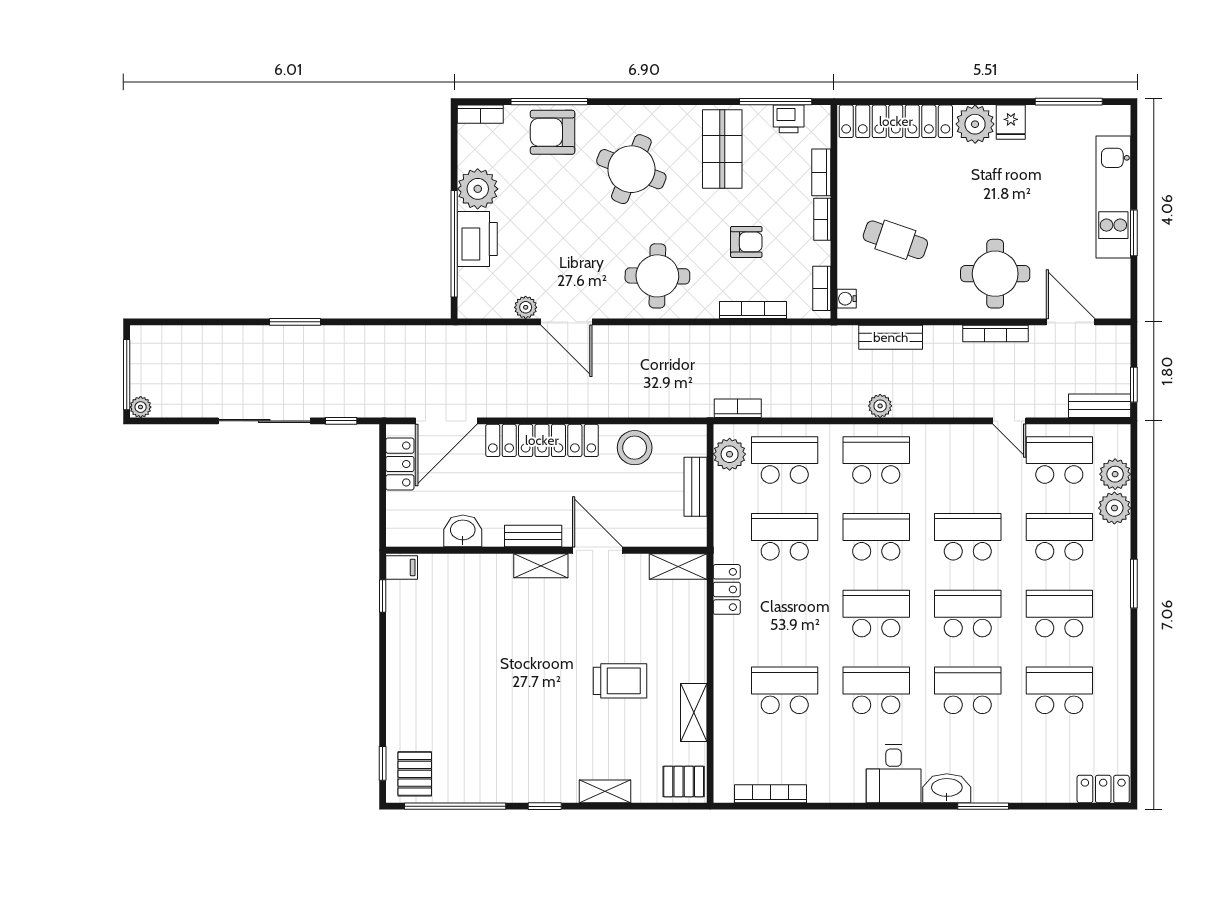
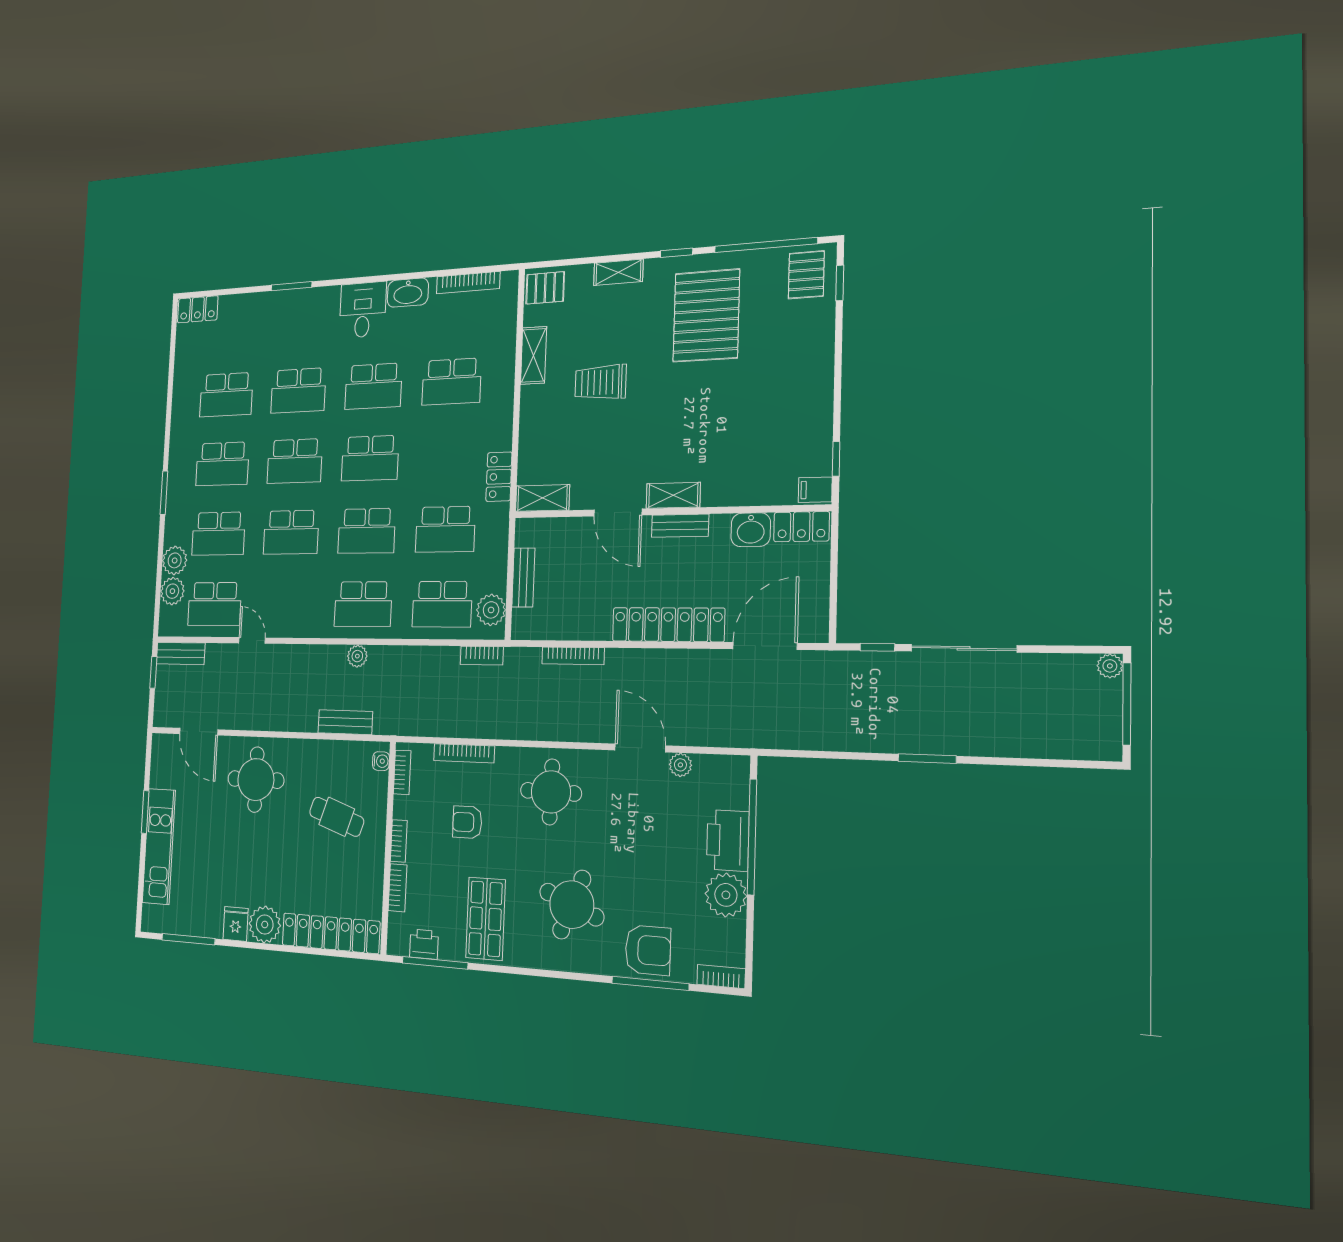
bookcase: (996, 333) -> (573, 656), moved, turned 180
stool: (635, 448) -> (579, 617), removed
locker: (400, 464) -> (802, 527), moved, turned -90
pallet: (513, 741) -> (706, 316), added
washbasin: (947, 788) -> (408, 293), moved

